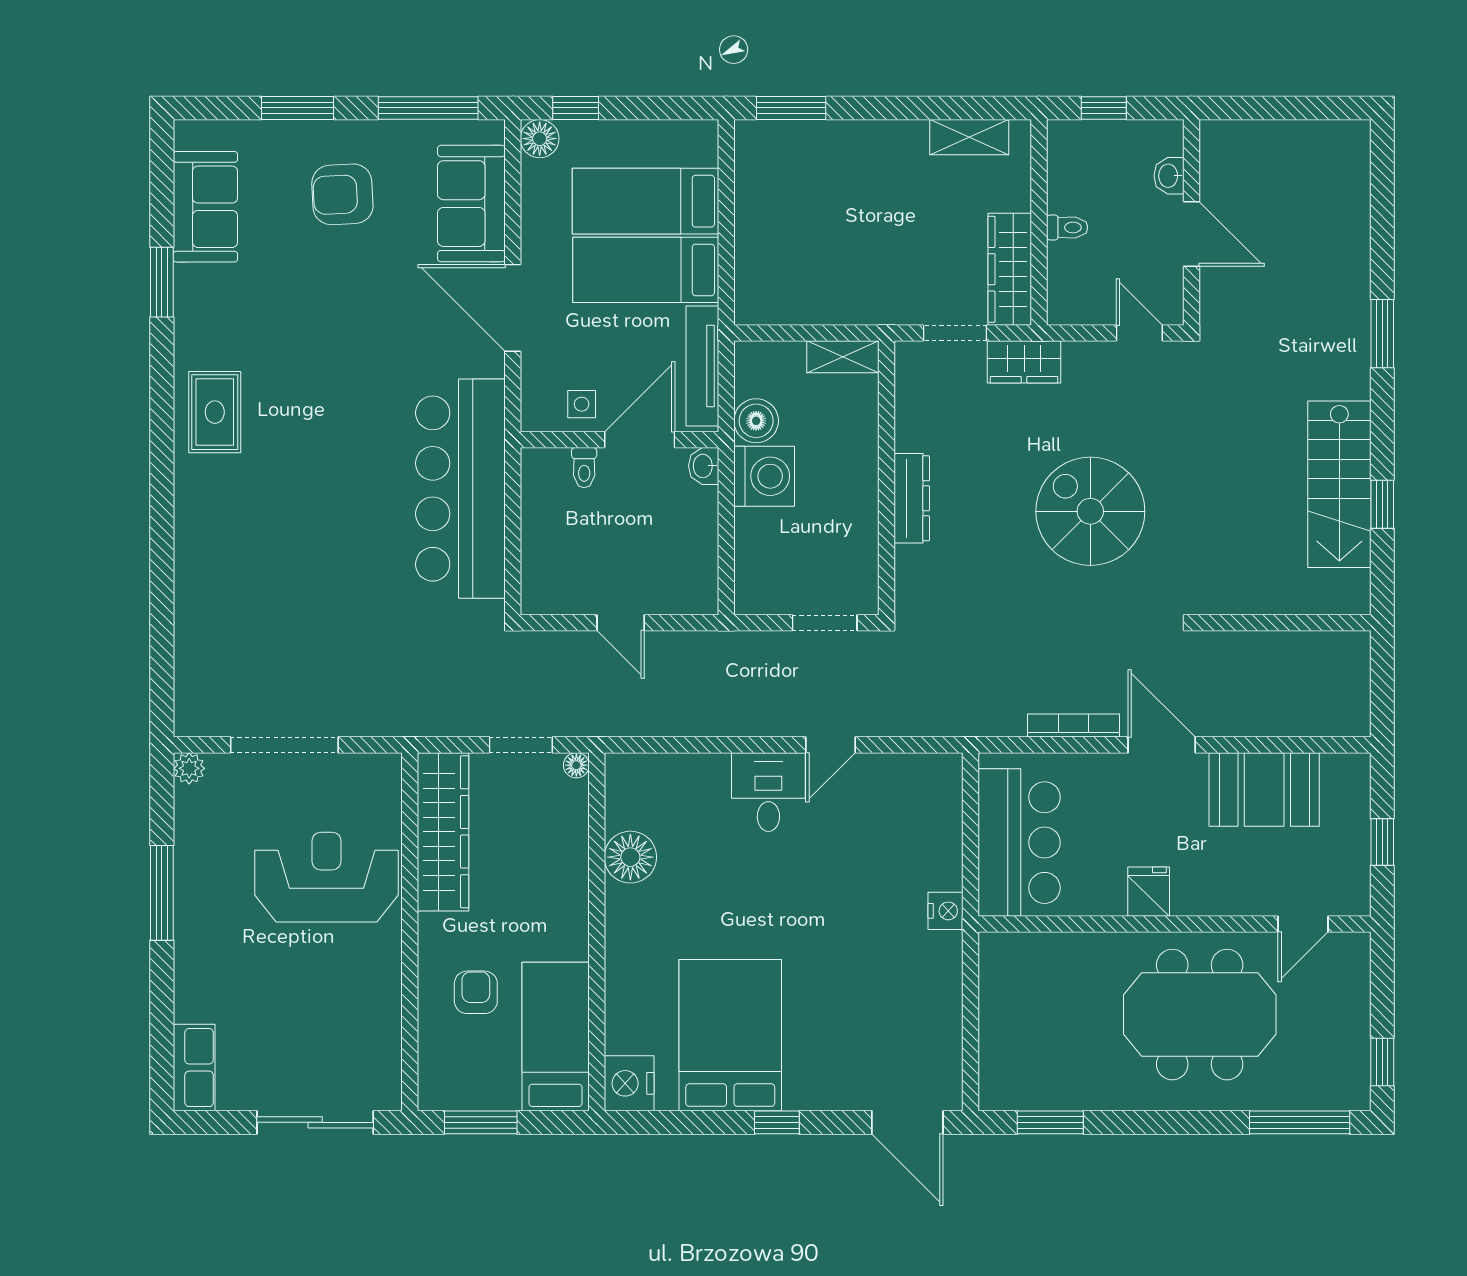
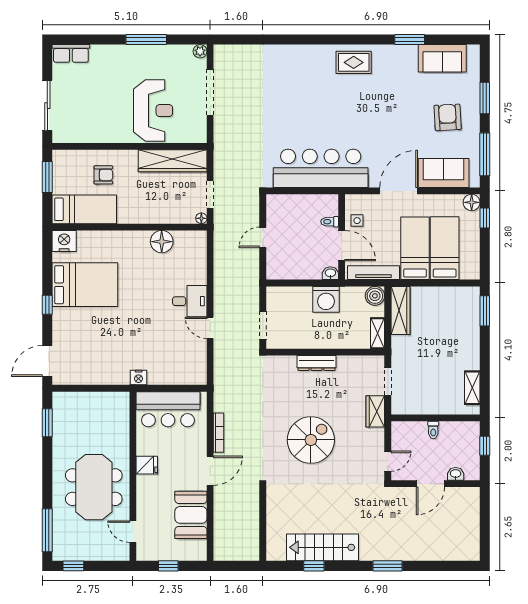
wardrobe: (1010, 269) -> (400, 310), moved, turned 90
boiler: (756, 421) -> (375, 296), moved

